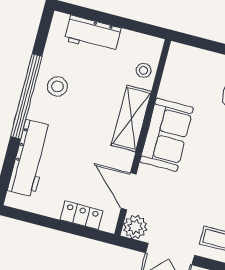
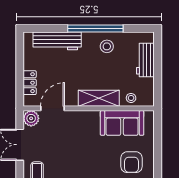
sofa: (166, 135) -> (122, 123), moved

